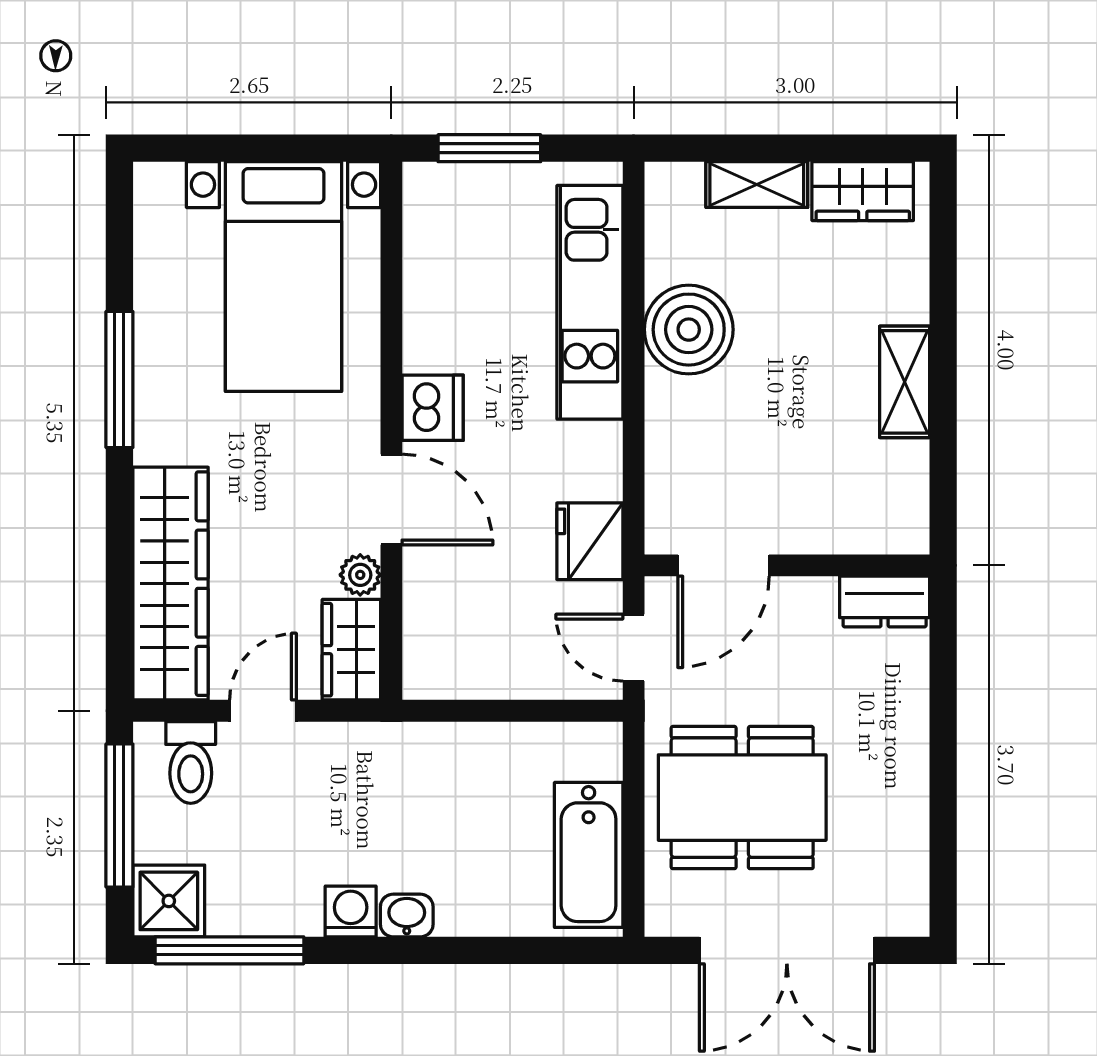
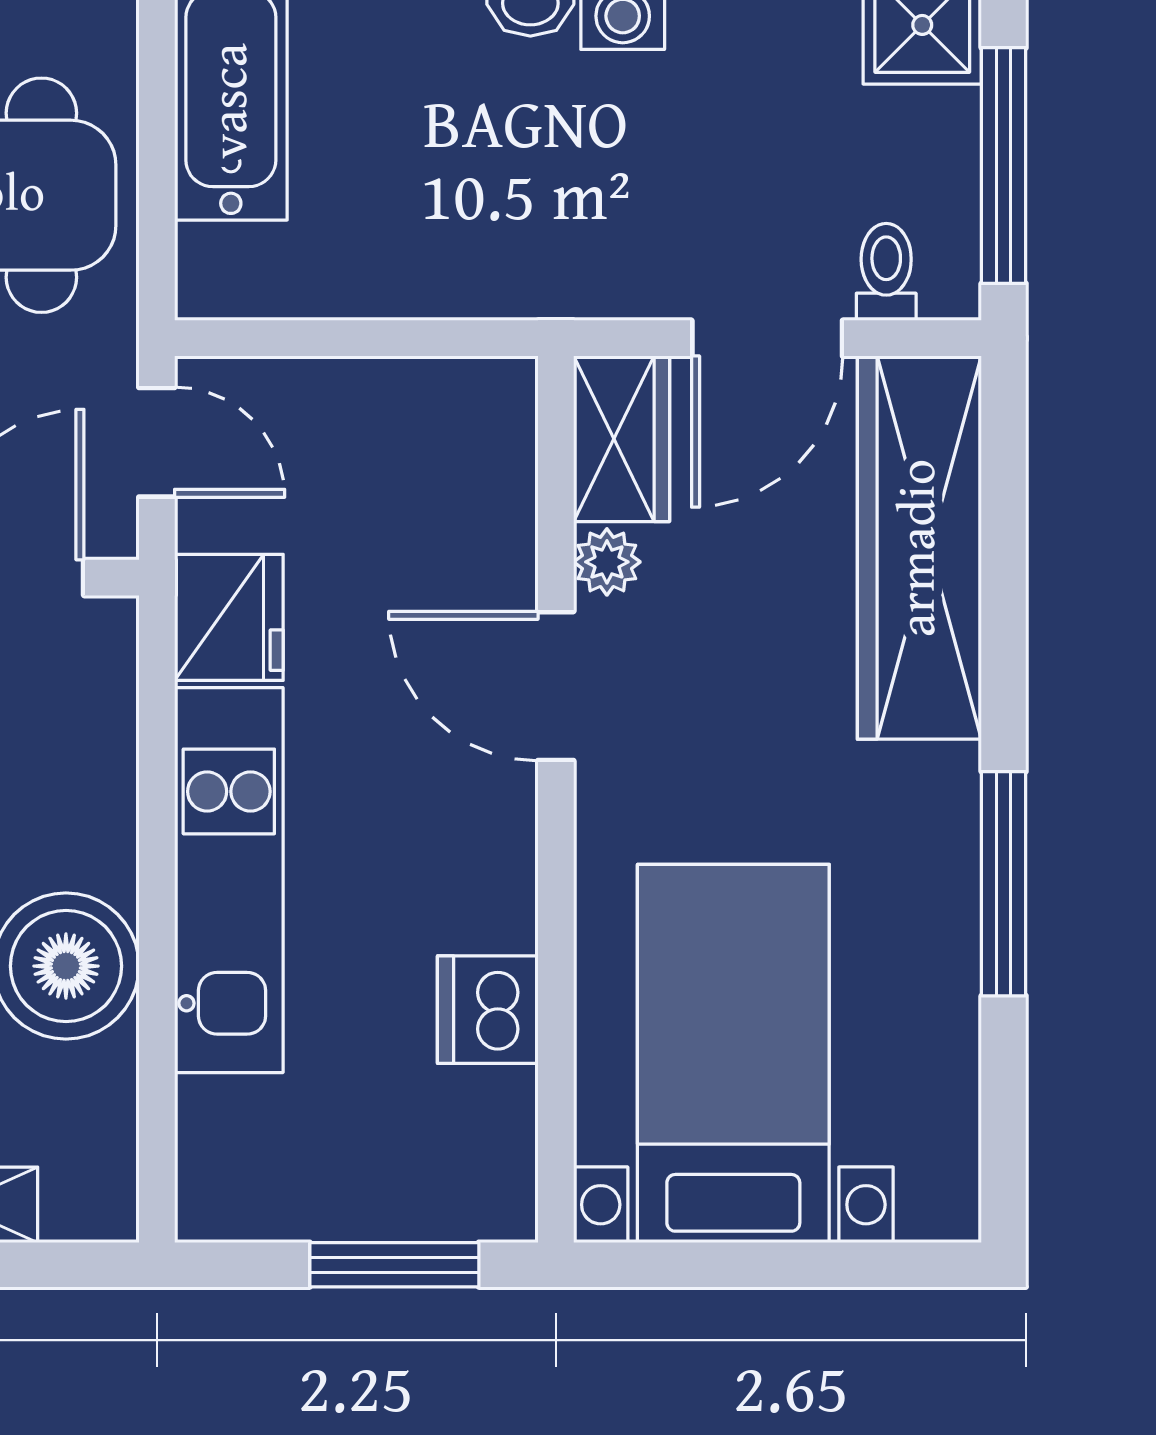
kitchen unit: (590, 302) -> (229, 880), moved
dishwasher: (433, 408) -> (488, 1010), moved
door: (263, 711) -> (767, 338), width x1.38
toilet: (191, 762) -> (886, 272), width x0.73, depth x0.72

